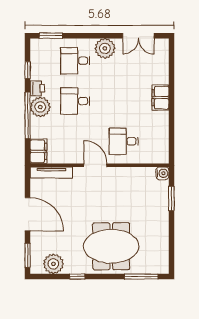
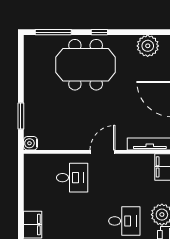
door: (95, 165) -> (103, 152), swing flipped
window: (77, 277) -> (99, 32), moved

